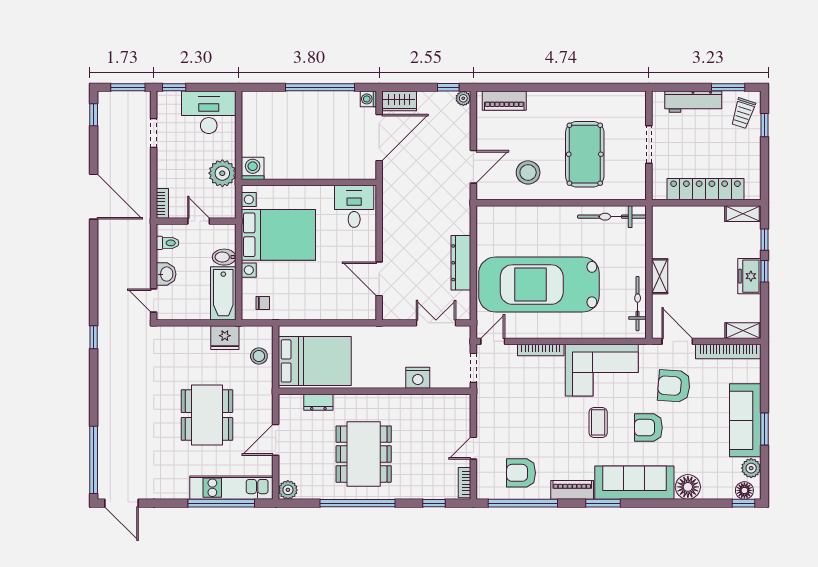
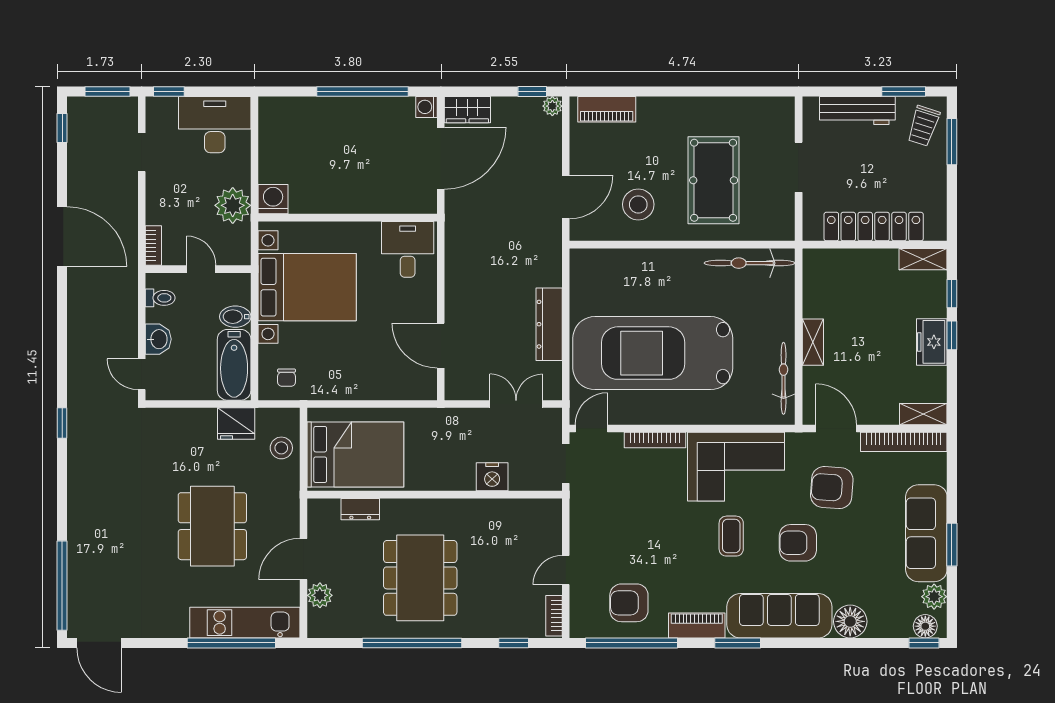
window: (764, 125) -> (952, 142), width x1.50
chair: (263, 303) -> (287, 378), turned 90
plant: (288, 490) -> (320, 595), moved

